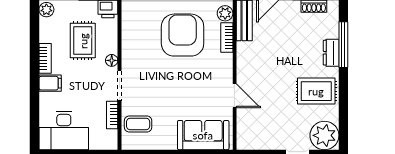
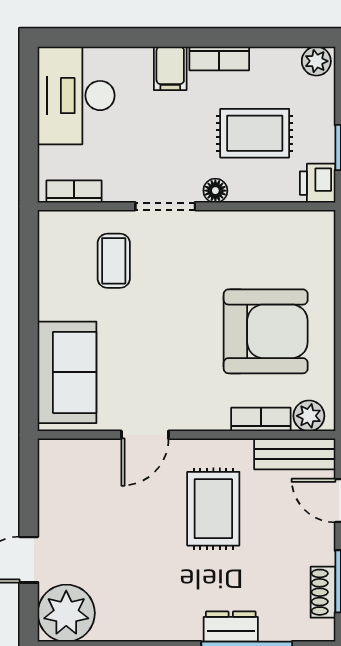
rug: (316, 91) -> (213, 509), moved
bookcase: (112, 115) -> (74, 192), moved
coffee table: (138, 124) -> (114, 261), moved

